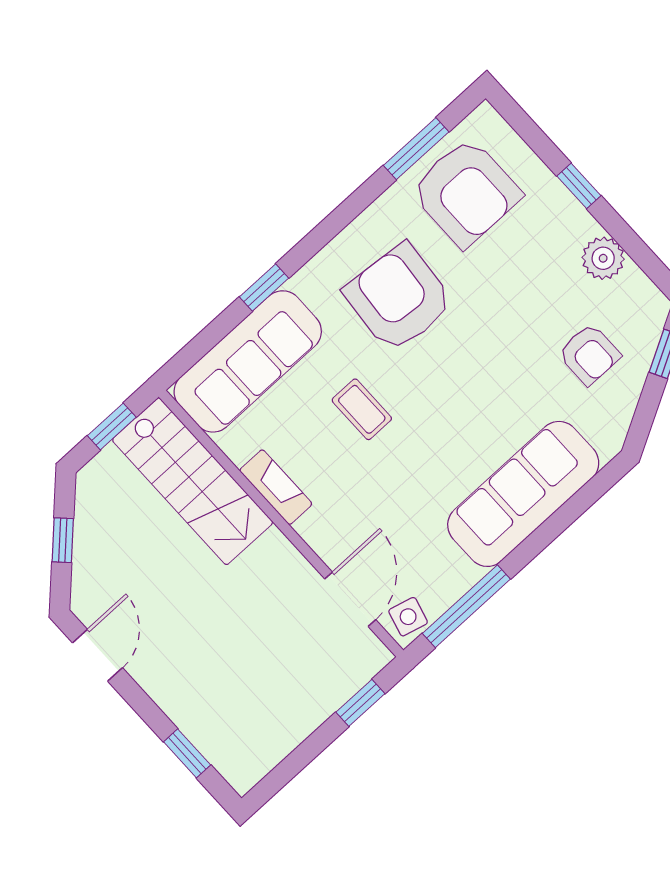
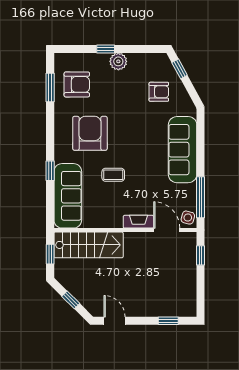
armchair: (466, 192) -> (77, 84), width x0.73, depth x0.73
plant: (603, 258) -> (118, 61), moved
armchair: (399, 298) -> (90, 133), turned 85
fireplace: (276, 487) -> (138, 222), moved

